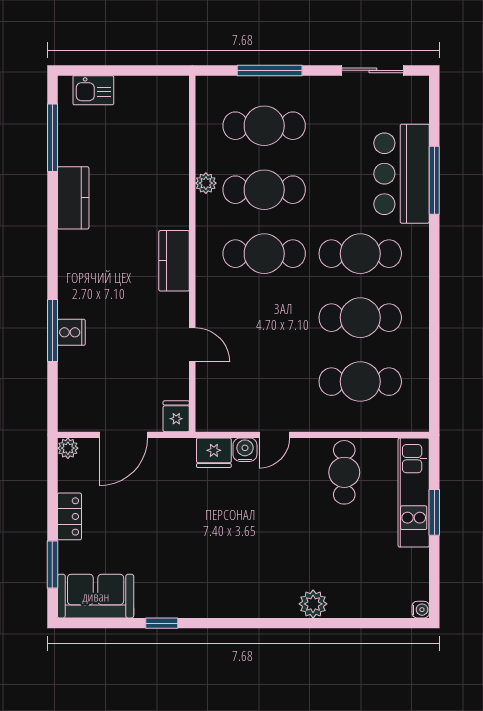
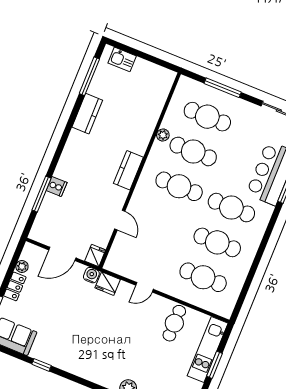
window: (52, 330) -> (42, 194), moved
plant: (68, 448) -> (22, 267), moved
water cooler: (245, 450) -> (91, 275), moved

